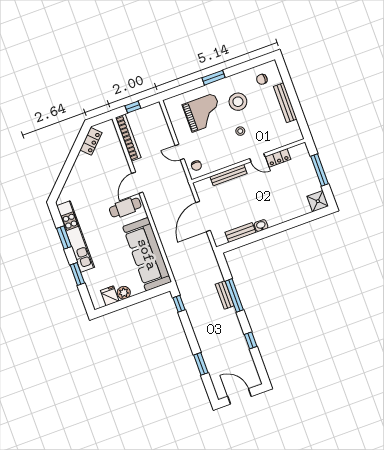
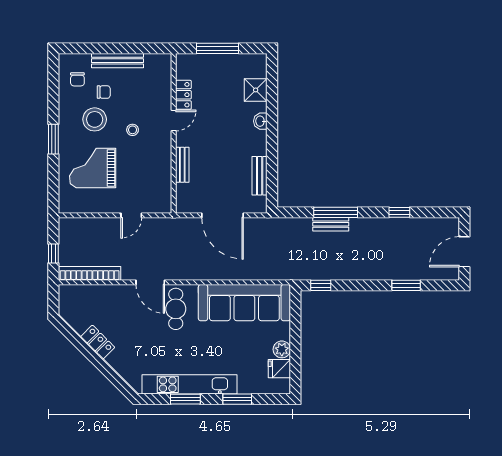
grand piano: (203, 113) -> (93, 168), turned -90
locker: (91, 141) -> (98, 342), moved
chair: (196, 166) -> (104, 92), moved
bench: (228, 175) -> (182, 165), width x0.73
shower: (318, 201) -> (256, 90), moved
washbasin: (261, 226) -> (260, 121), moved

